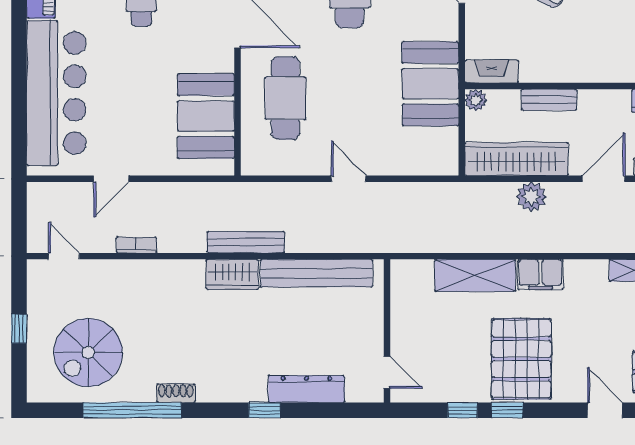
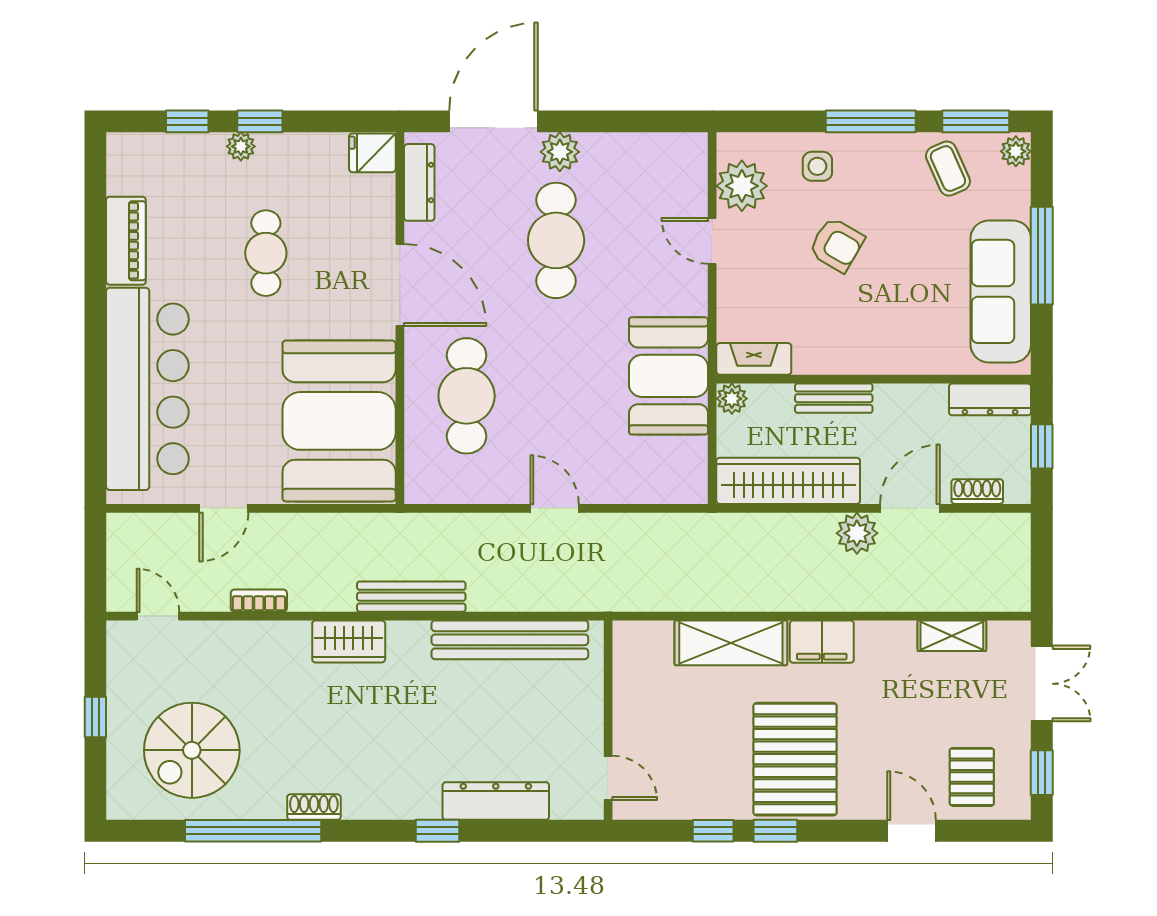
booth: (206, 116) -> (339, 421), width x1.36, depth x1.42
plant: (531, 197) -> (857, 533), moved
wardrobe: (232, 274) -> (349, 641), moved

